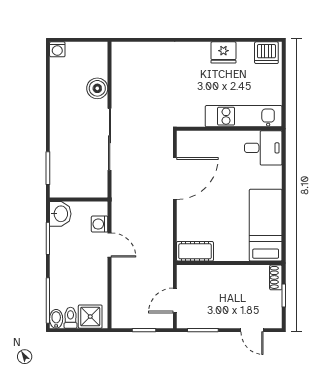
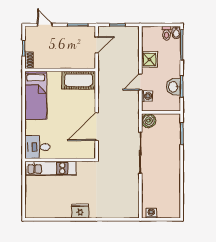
washing machine: (57, 49) -> (151, 213), moved
fridge: (223, 52) -> (80, 211), moved
dishwasher: (266, 53) -> (35, 211), removed
boiler: (97, 88) -> (149, 121), moved
washbasin: (60, 214) -> (173, 87), moved
door: (110, 245) -> (140, 82), hinge flipped
cot: (195, 251) -> (79, 80), width x1.37, depth x1.34
shower: (90, 317) -> (149, 60), moved

